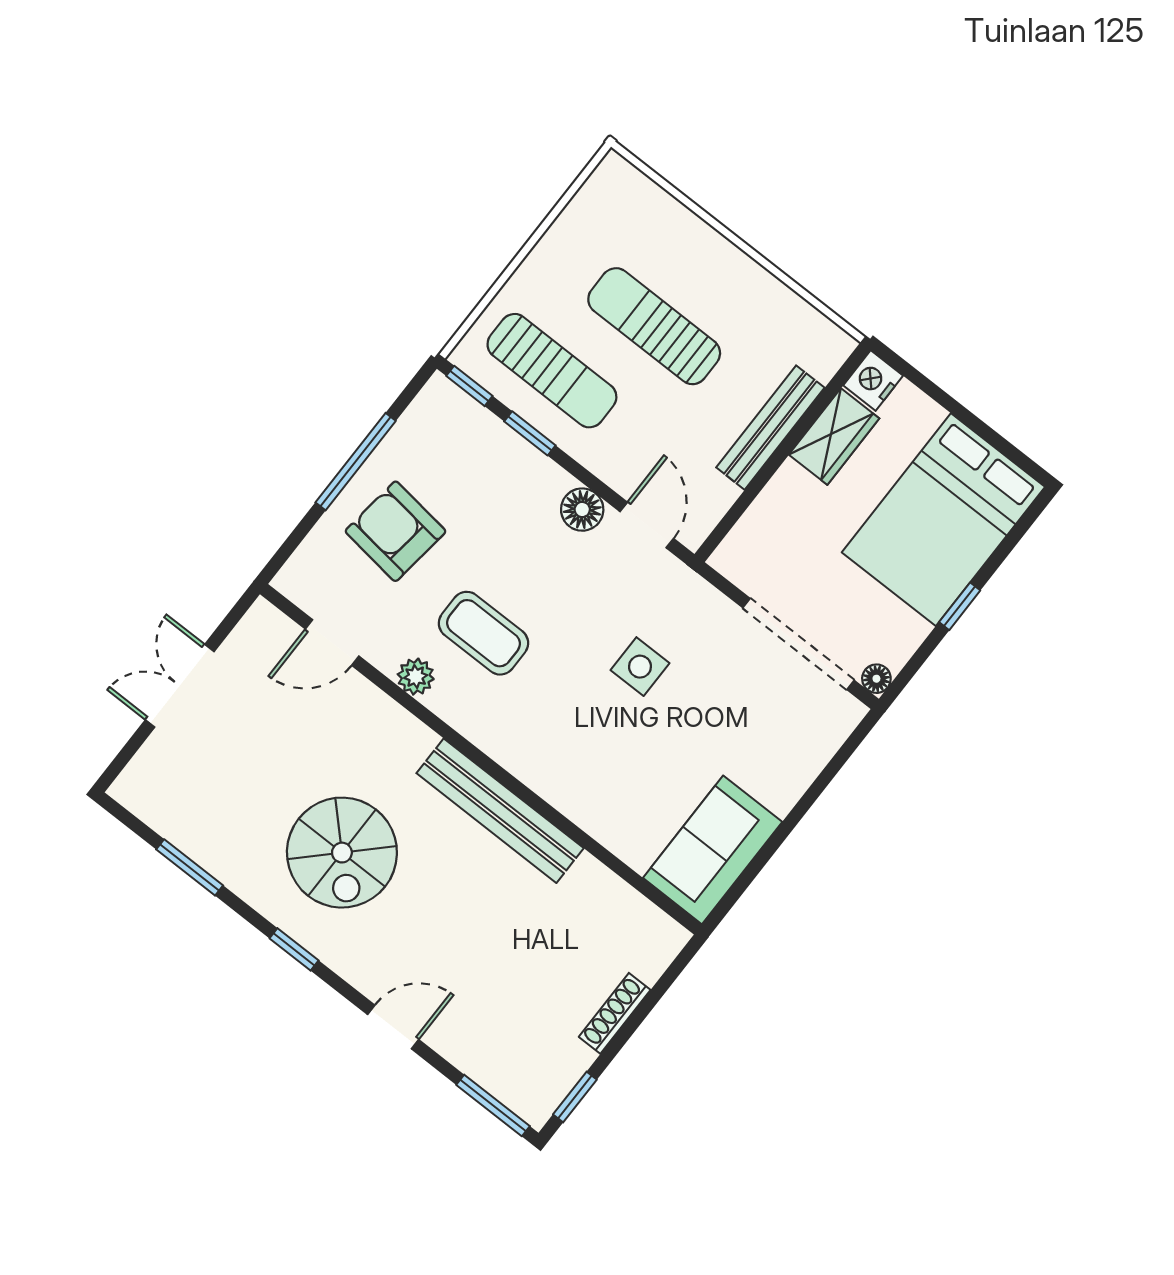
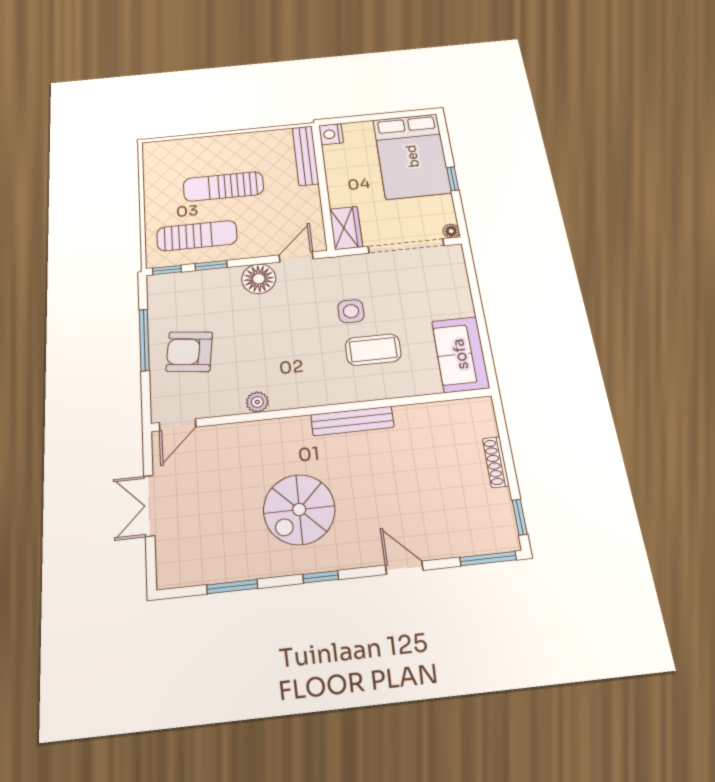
bench: (770, 428) -> (305, 156), moved
wardrobe: (834, 437) -> (346, 228), moved
floor lamp: (582, 510) -> (259, 279), width x1.38, depth x1.38
door: (647, 525) -> (296, 257), hinge flipped
coffee table: (484, 633) -> (373, 350), moved
door: (332, 642) -> (178, 425), moved
bench: (500, 811) -> (352, 421), width x0.73, depth x0.82
spiral stairs: (342, 853) -> (299, 509), turned 90
door: (393, 1027) -> (404, 568), hinge flipped

